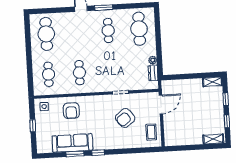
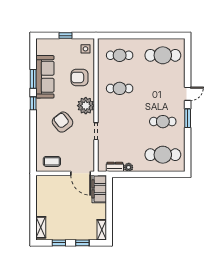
filing cabinet: (174, 86) -> (99, 189), added
plant: (97, 103) -> (86, 106), added
armchair: (125, 118) -> (63, 122), moved

